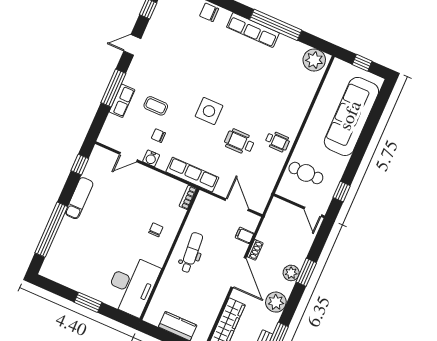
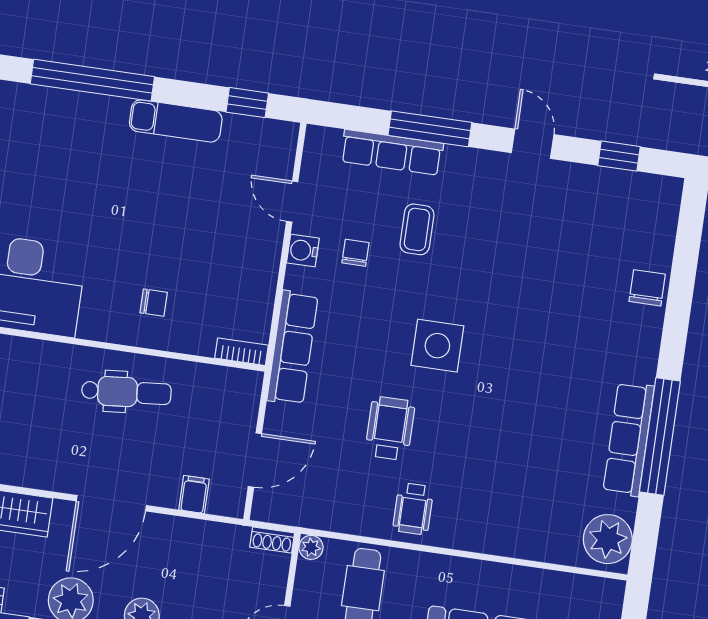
row of seats: (253, 30) -> (629, 439), moved
row of seats: (122, 101) -> (392, 152), width x1.48
plant: (282, 191) -> (311, 547), added
shoe rack: (255, 250) -> (272, 540), moved

